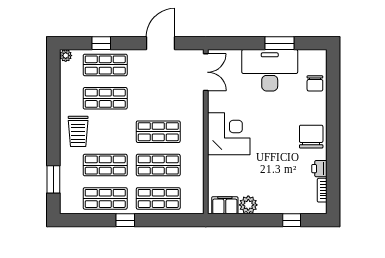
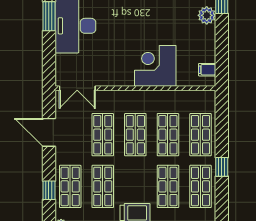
double door: (206, 72) -> (77, 88), swing flipped
shop shelf: (158, 98) -> (103, 135), added
corner desk: (229, 134) -> (155, 66), moved
filing cabinet: (225, 205) -> (207, 70), width x0.50
plant: (248, 205) -> (207, 15), moved

